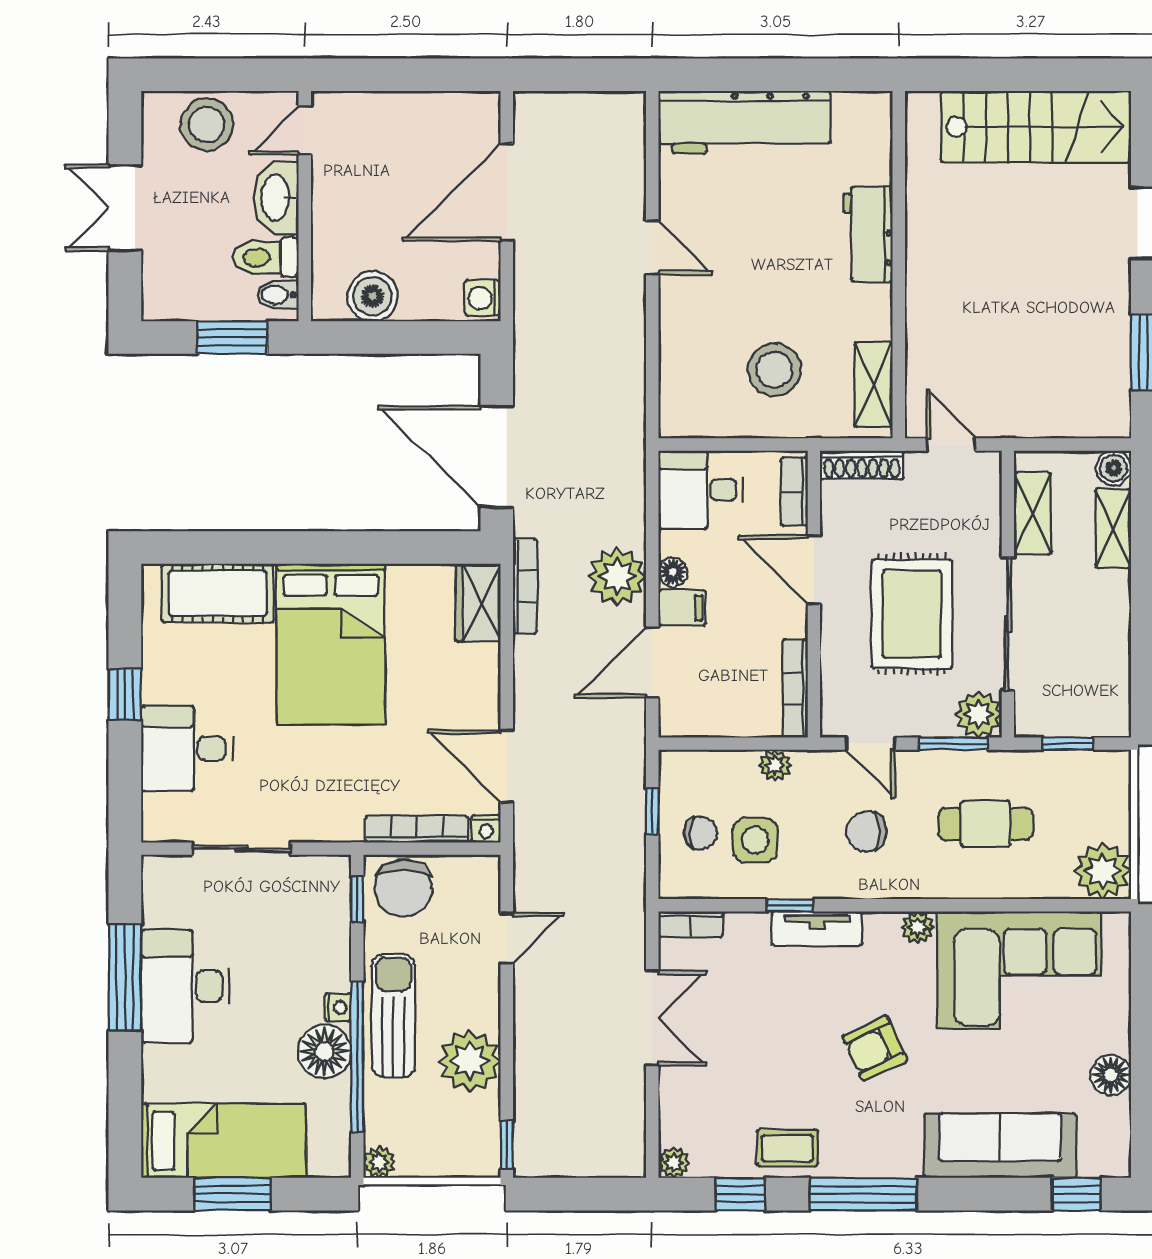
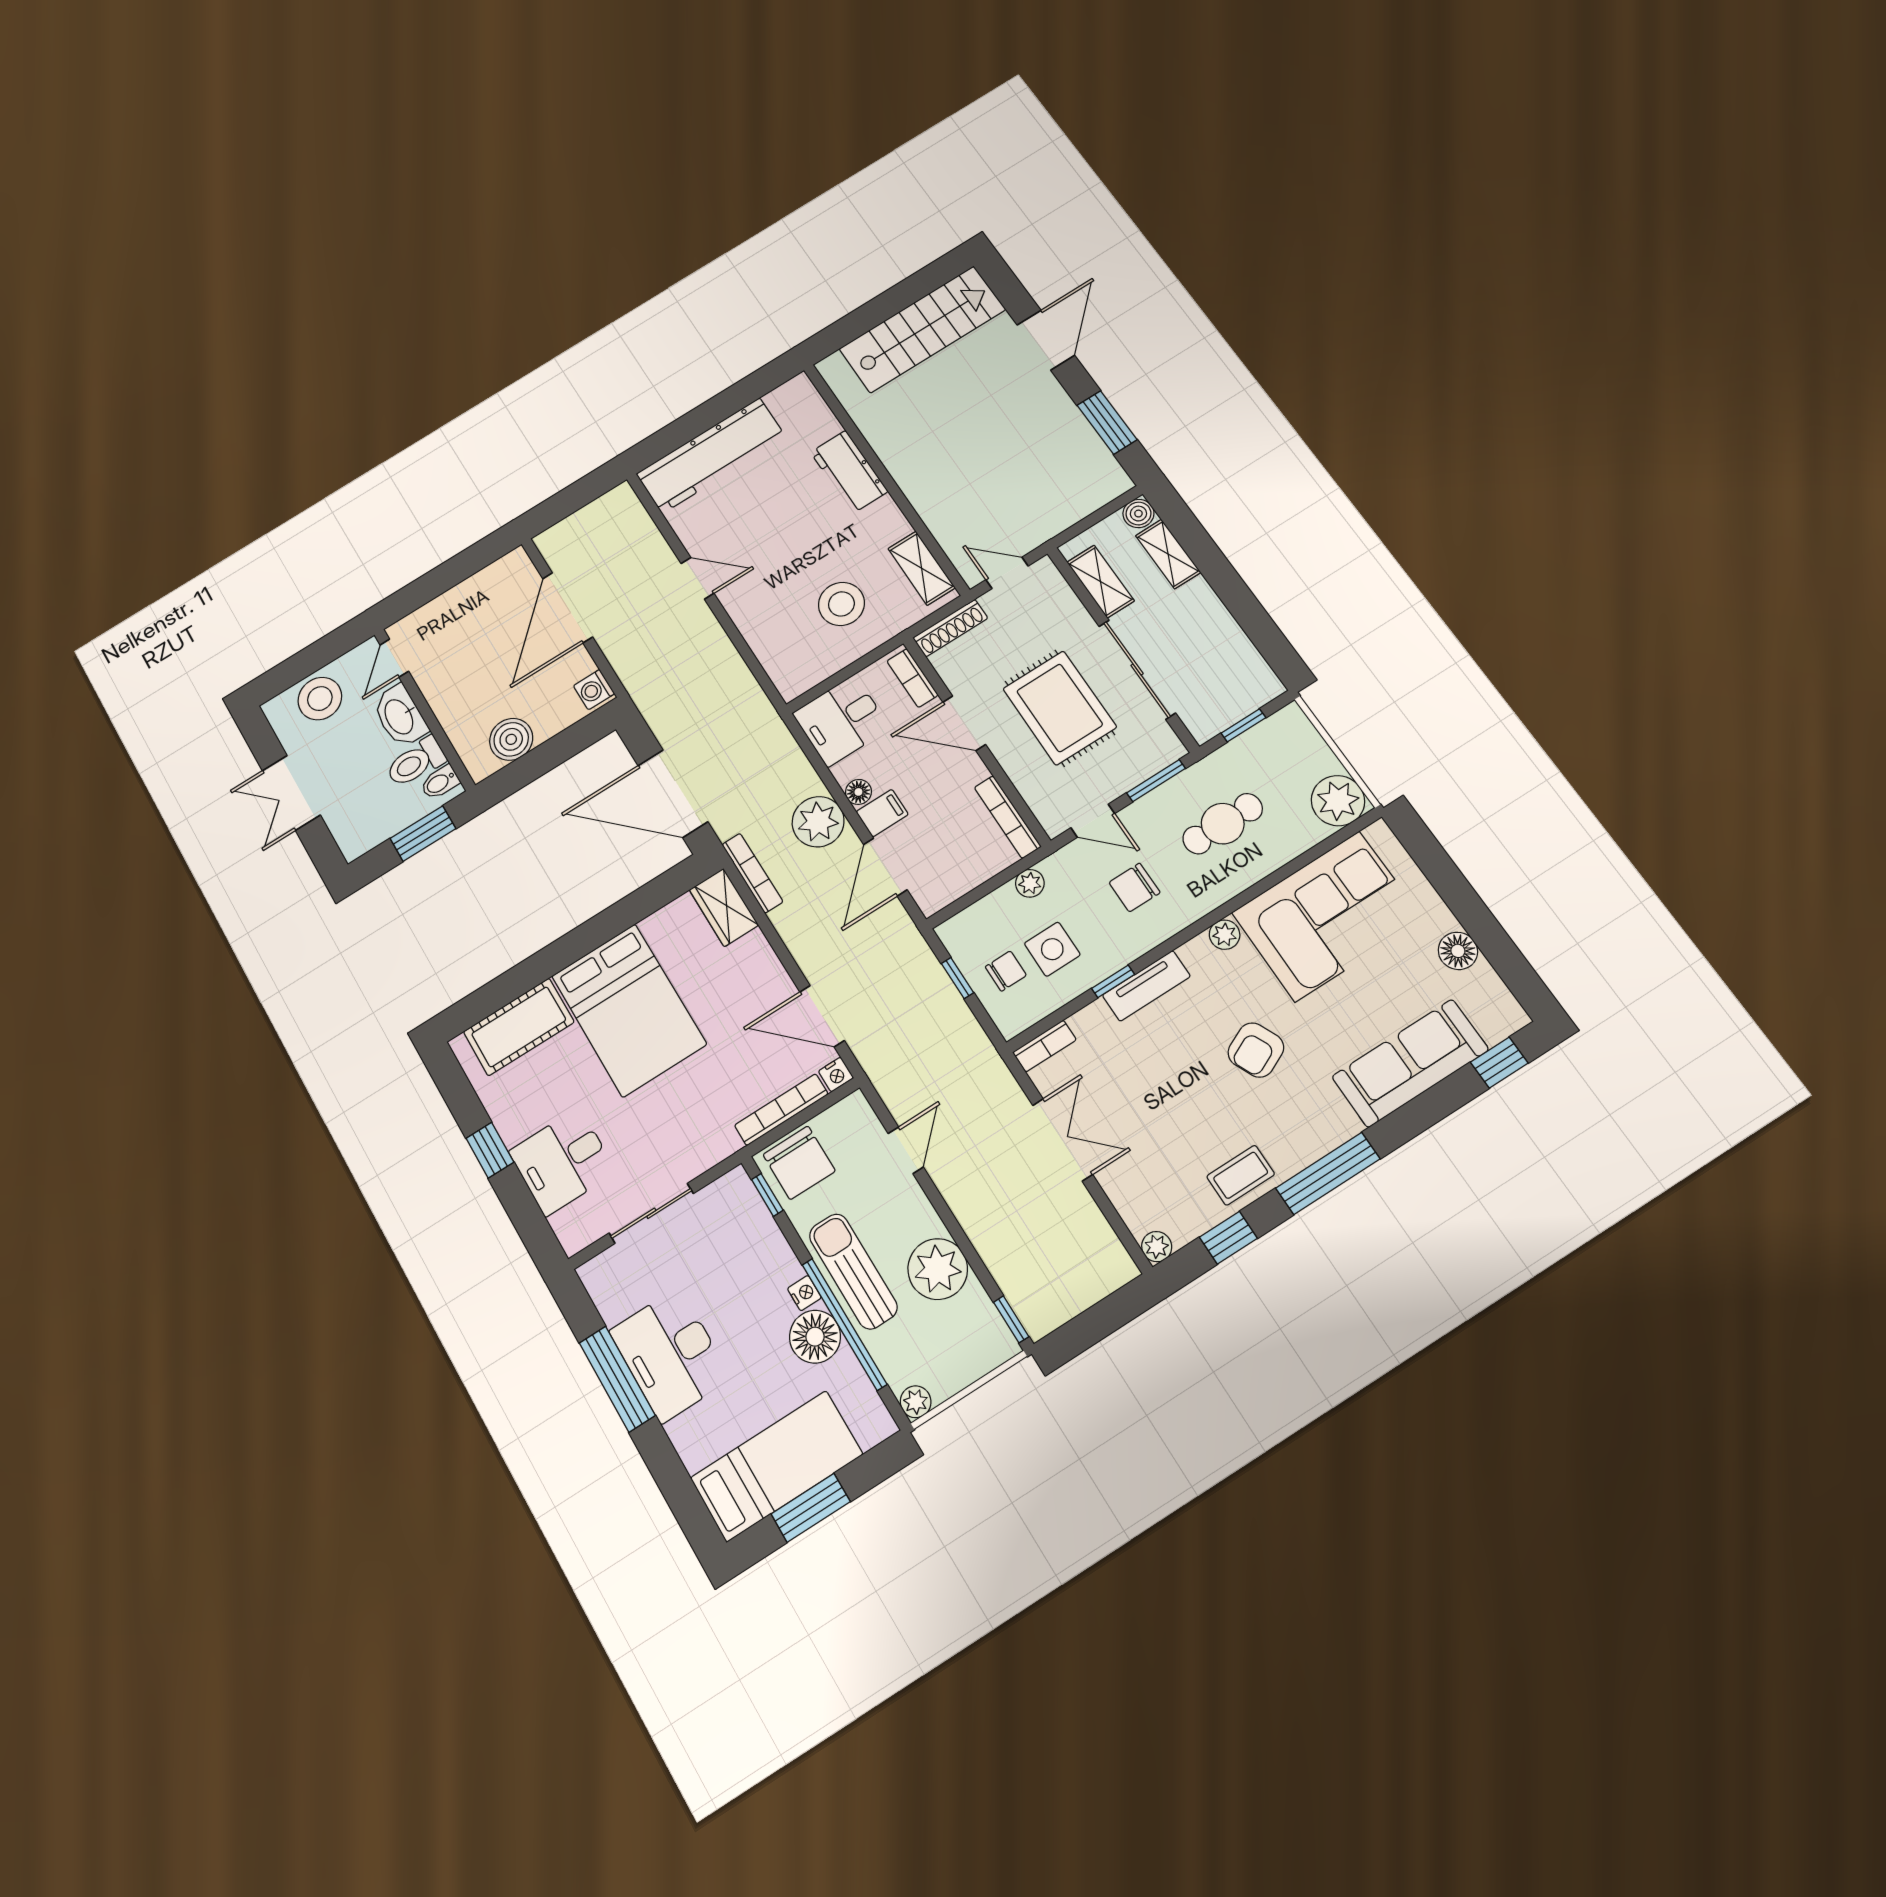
plant: (979, 714) -> (1160, 747), removed

